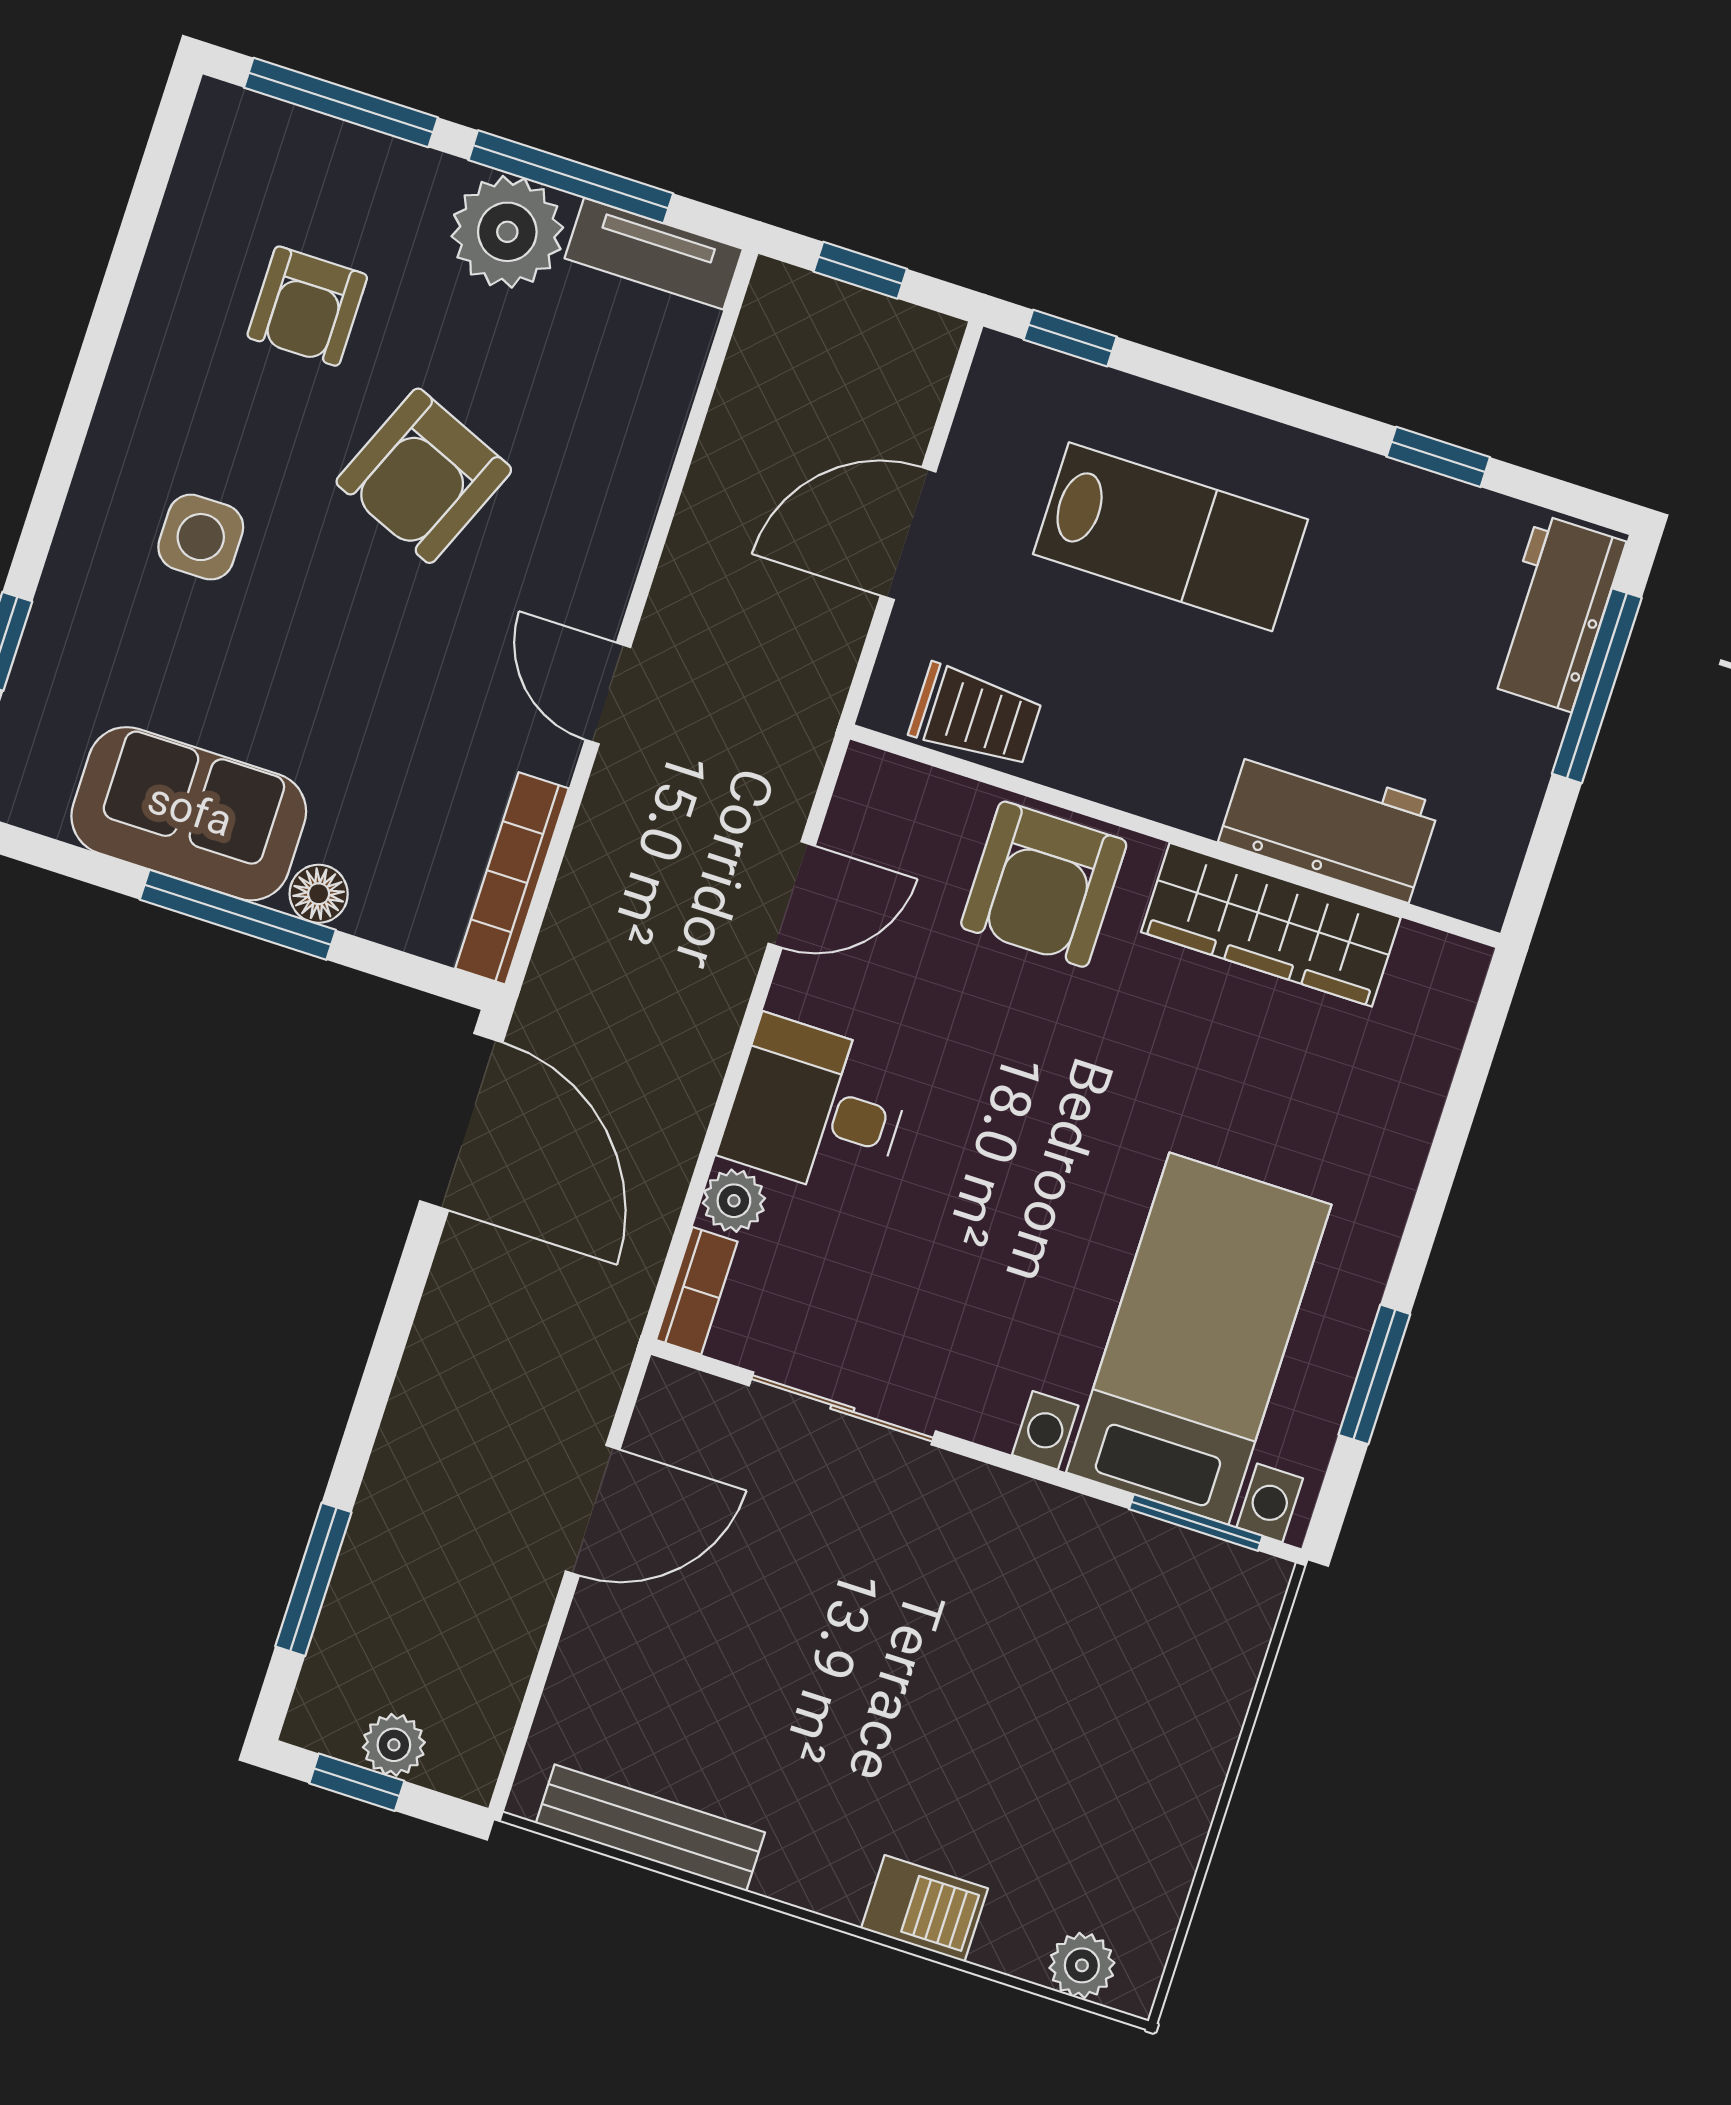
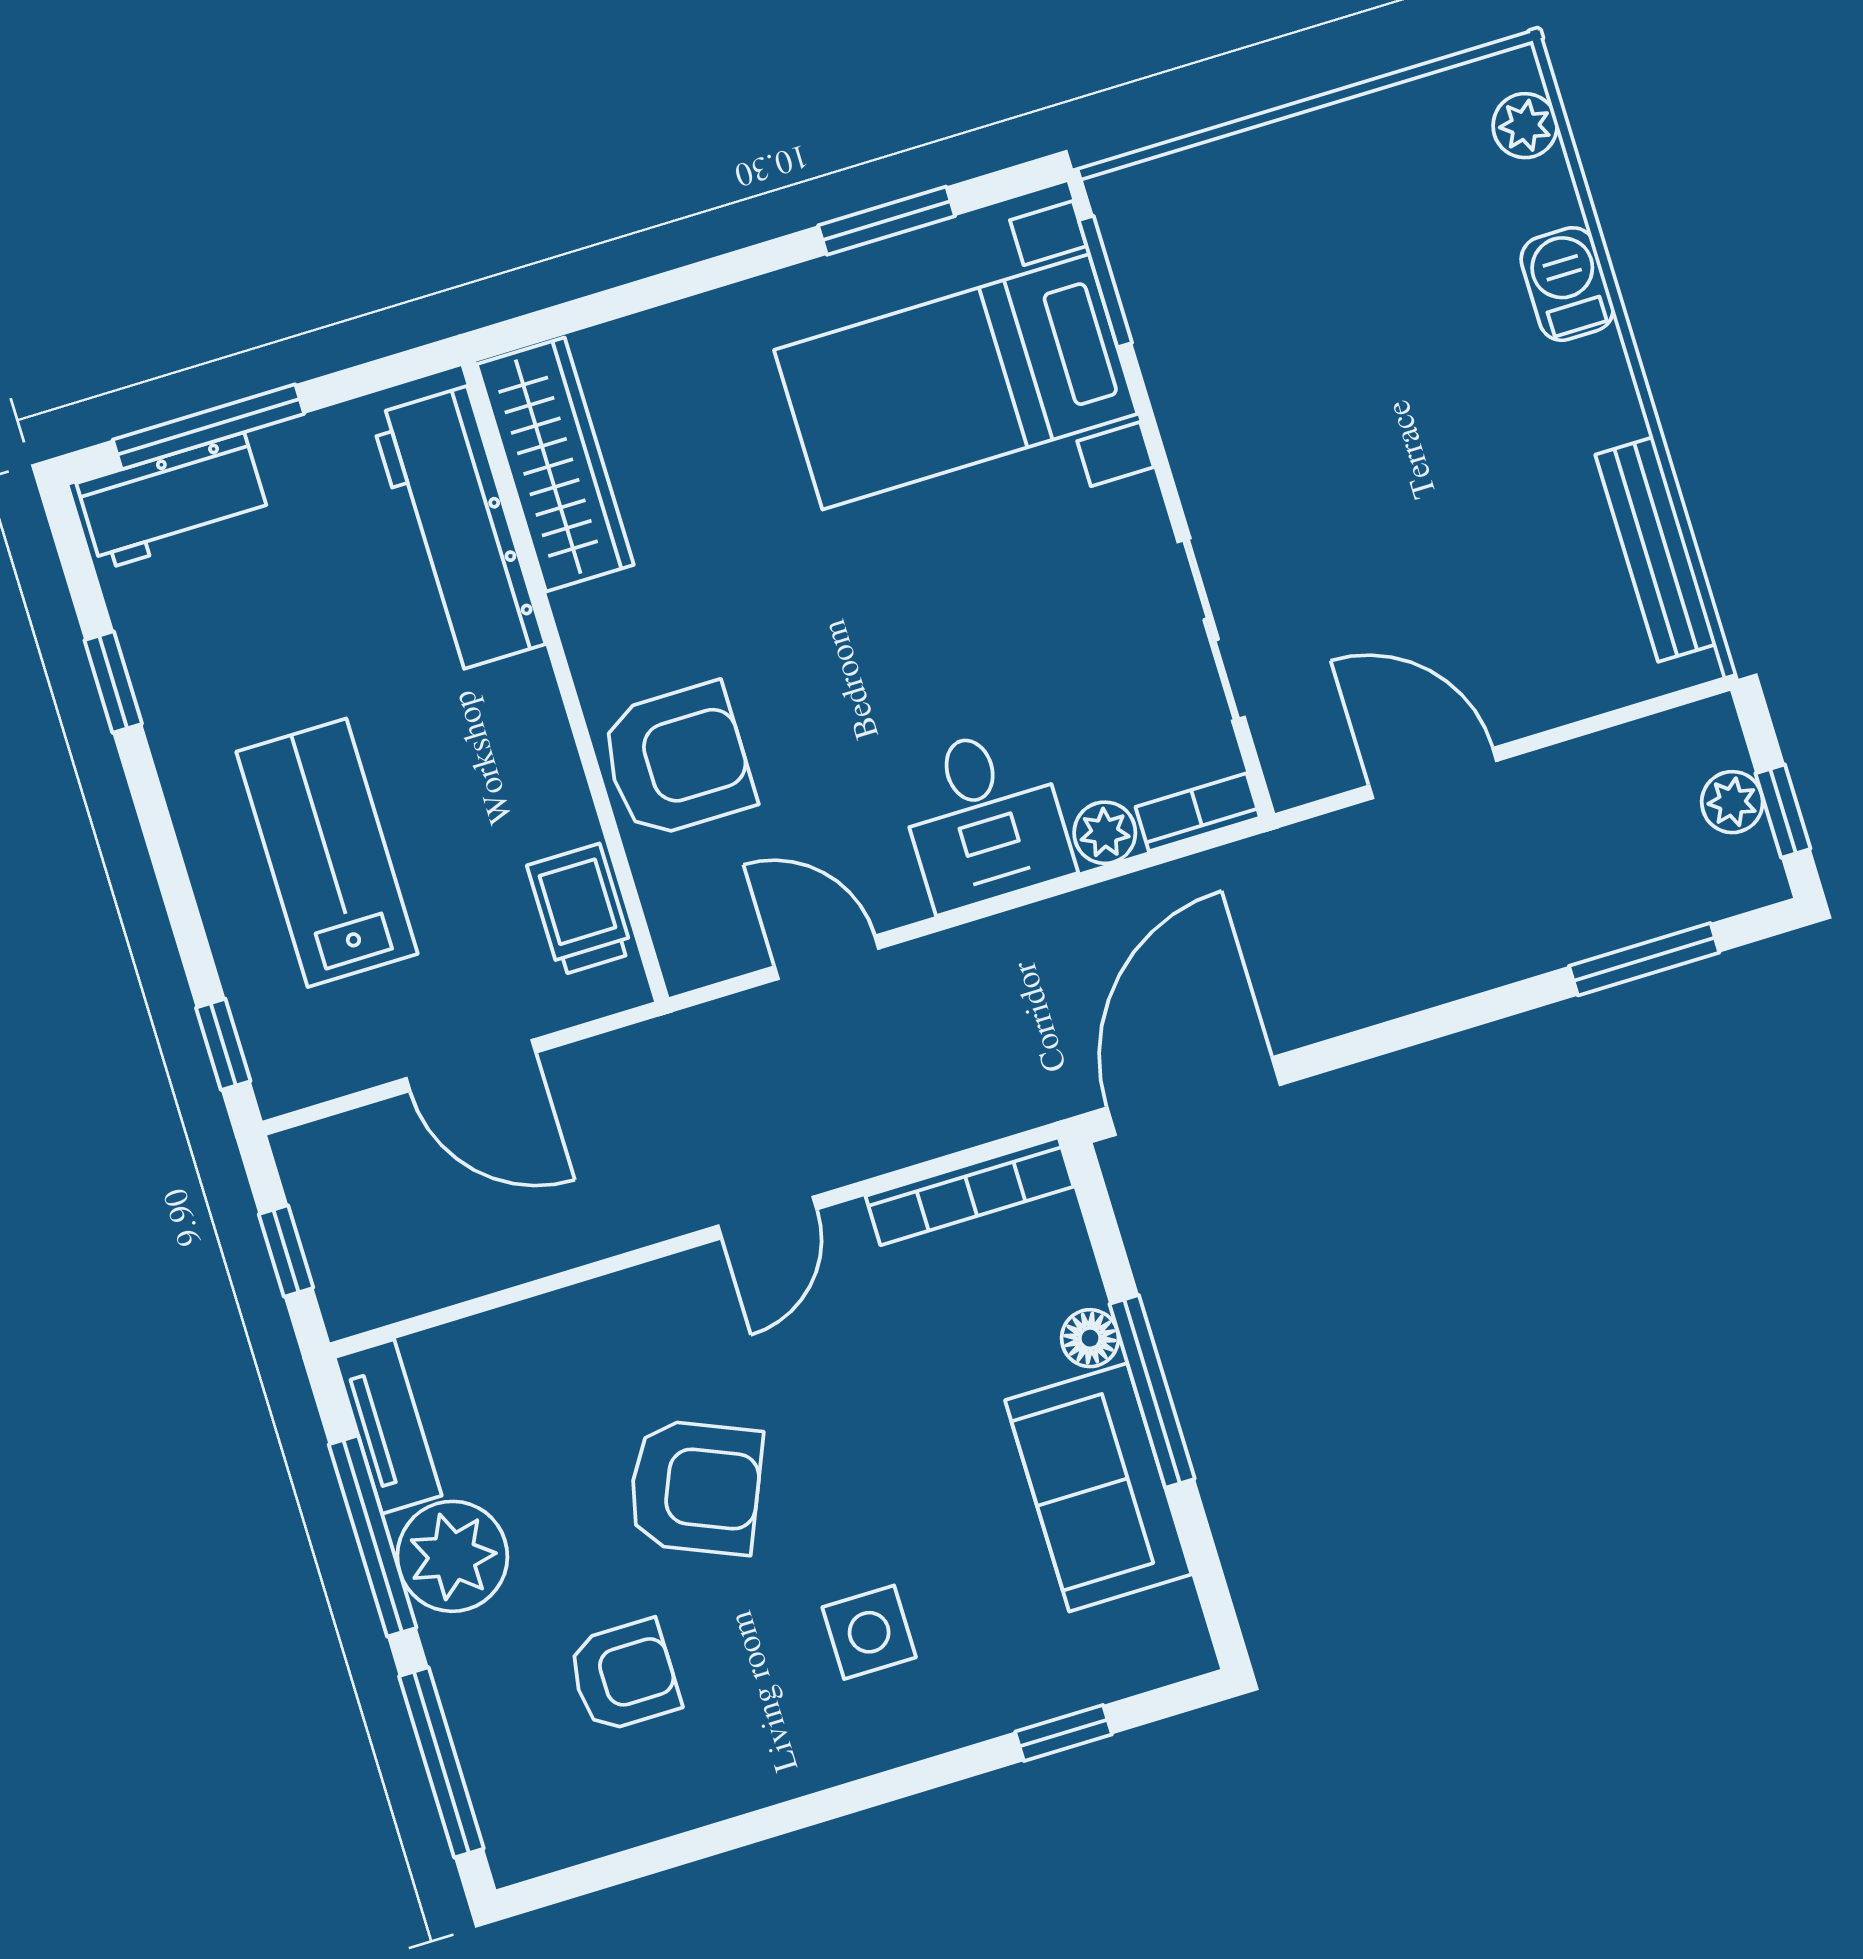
workbench: (1329, 823) -> (458, 530), width x1.37
wardrobe: (1271, 925) -> (555, 465), moved

